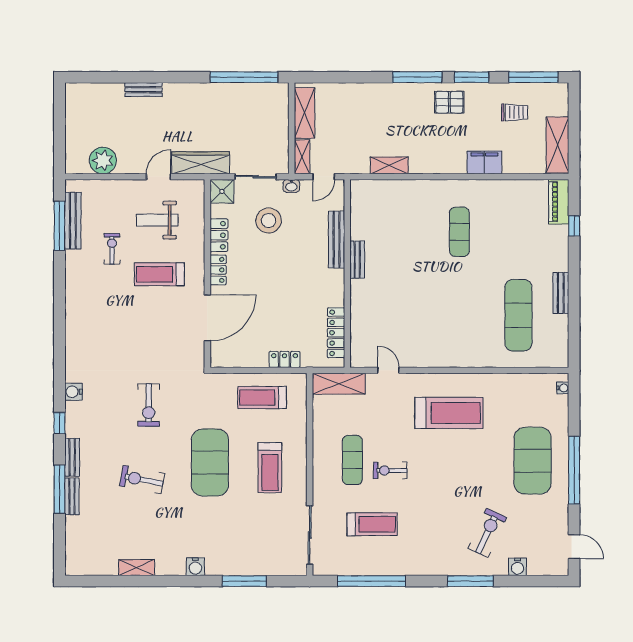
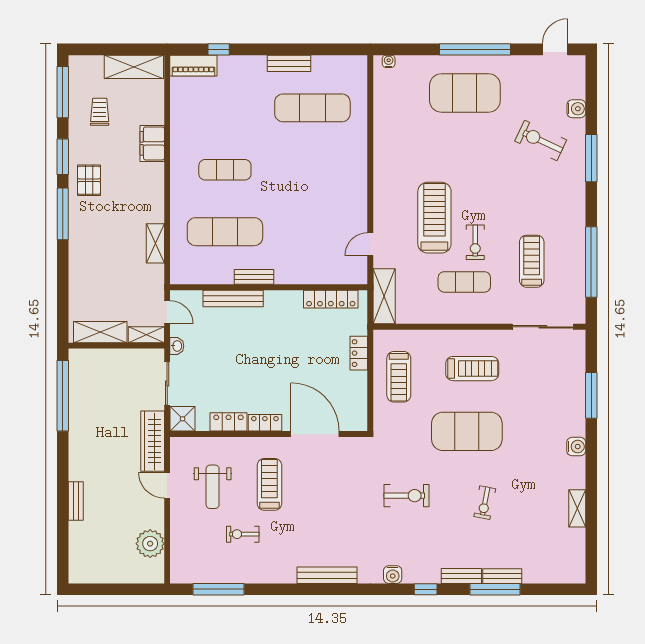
bench: (73, 221) -> (327, 575), moved
stool: (269, 221) -> (213, 370), removed
exercise mat: (400, 232) -> (225, 232), added
treadmill: (159, 274) -> (269, 484), turned 180
treadmill: (449, 413) -> (434, 218), moved
exercise bike: (142, 480) -> (485, 503), width x0.73, depth x0.72

